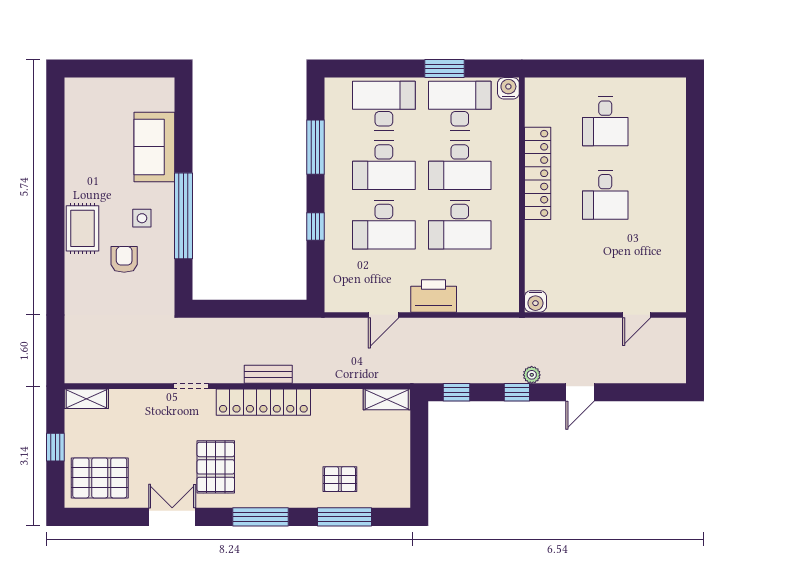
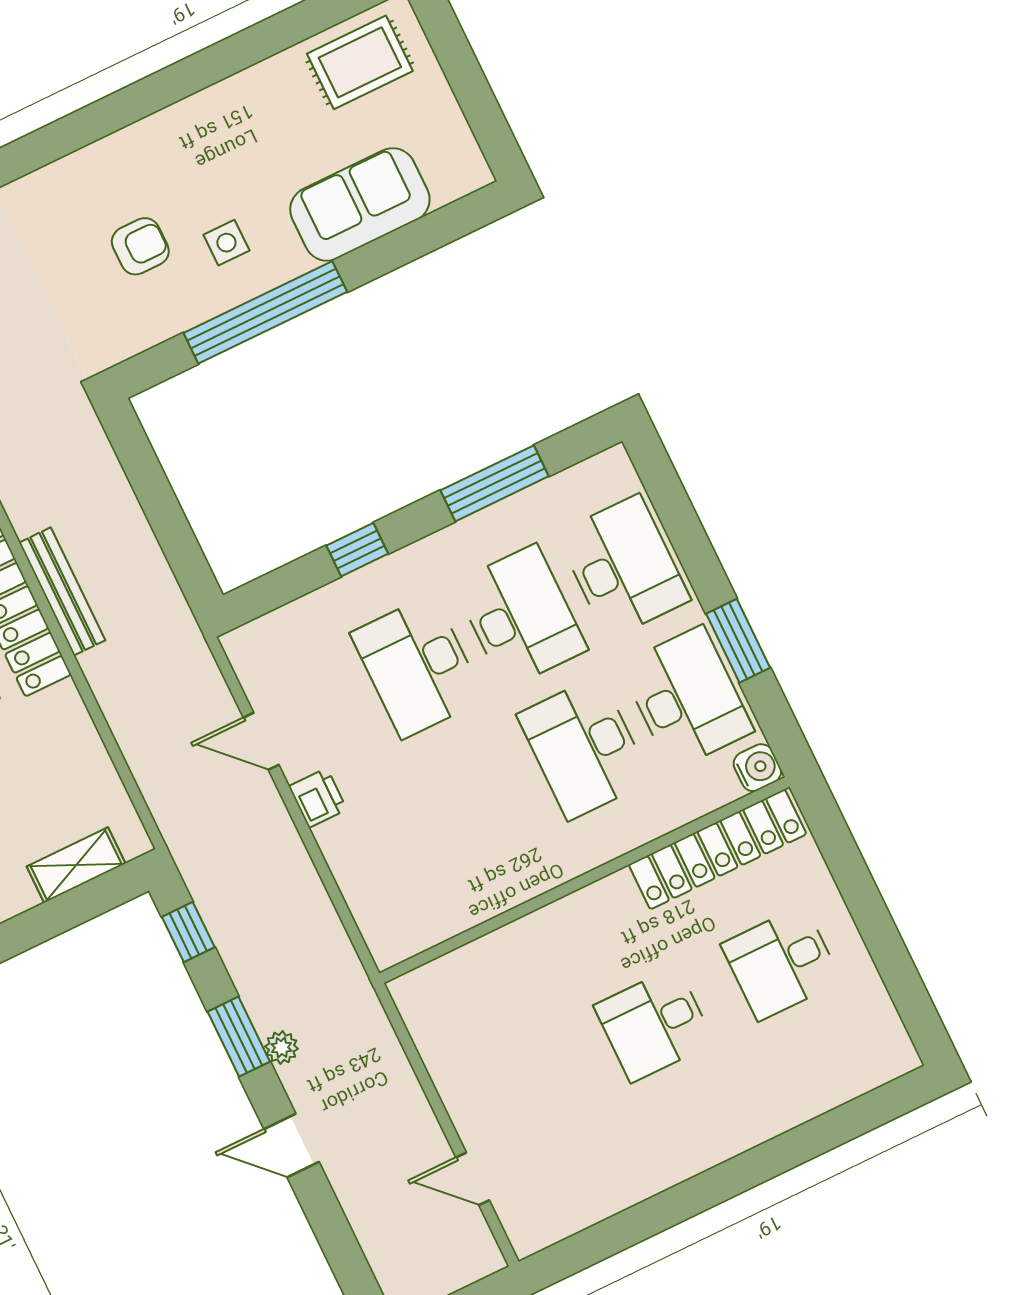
desk: (384, 165) -> (520, 617), turned 180
locker: (538, 173) -> (718, 849), moved
desk: (460, 225) -> (481, 798), removed
rug: (83, 228) -> (360, 62), moved
printer: (434, 296) -> (318, 798), width x0.53, depth x0.68
water cooler: (535, 301) -> (412, 993), removed
bench: (268, 374) -> (62, 591), width x1.36
window: (517, 392) -> (239, 1037), width x1.50
shelving: (387, 399) -> (76, 865), moved, turned 90

